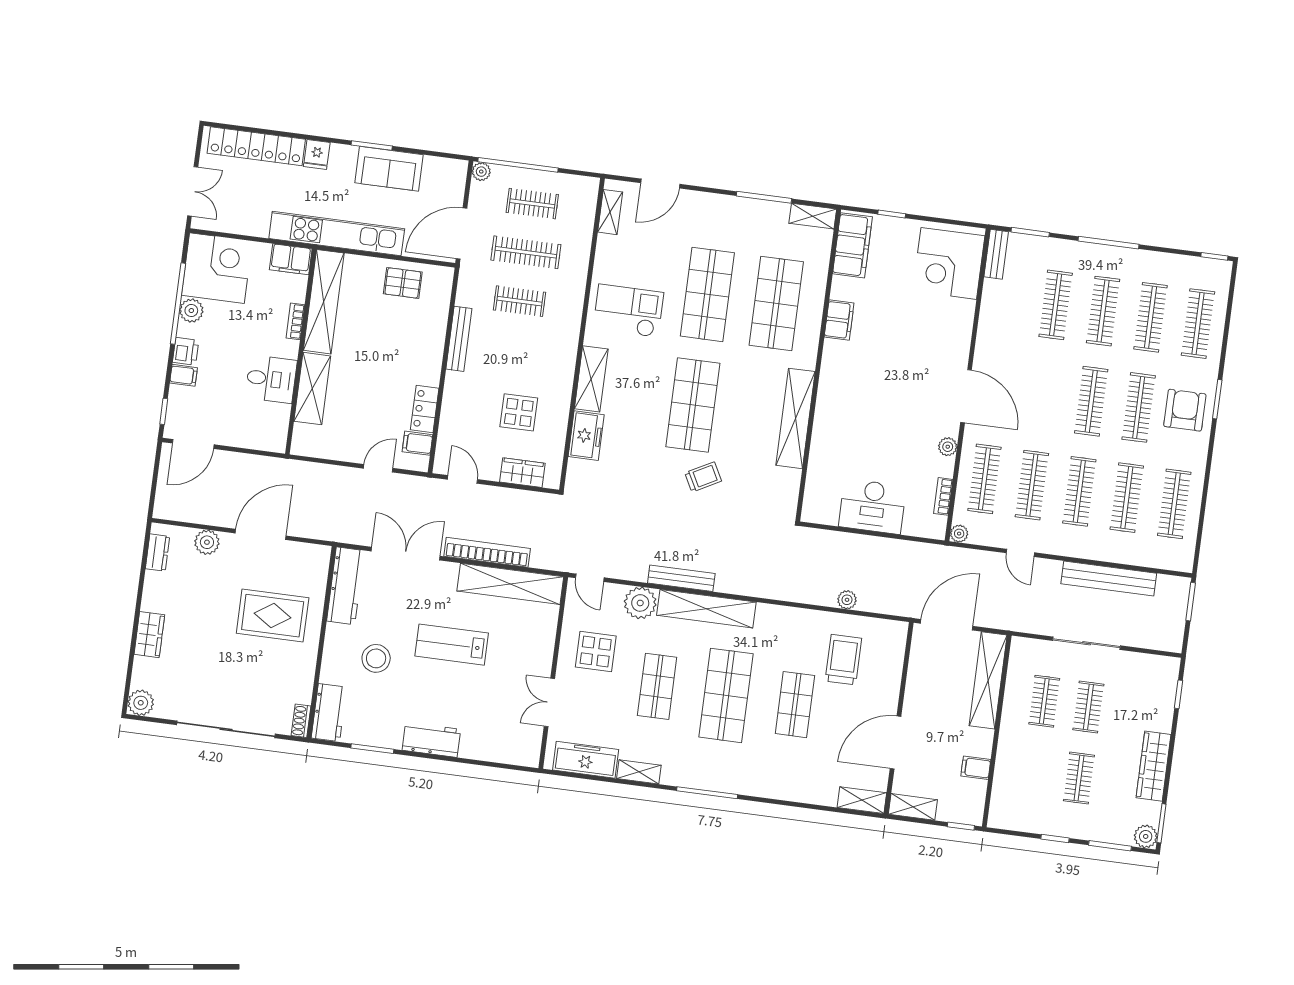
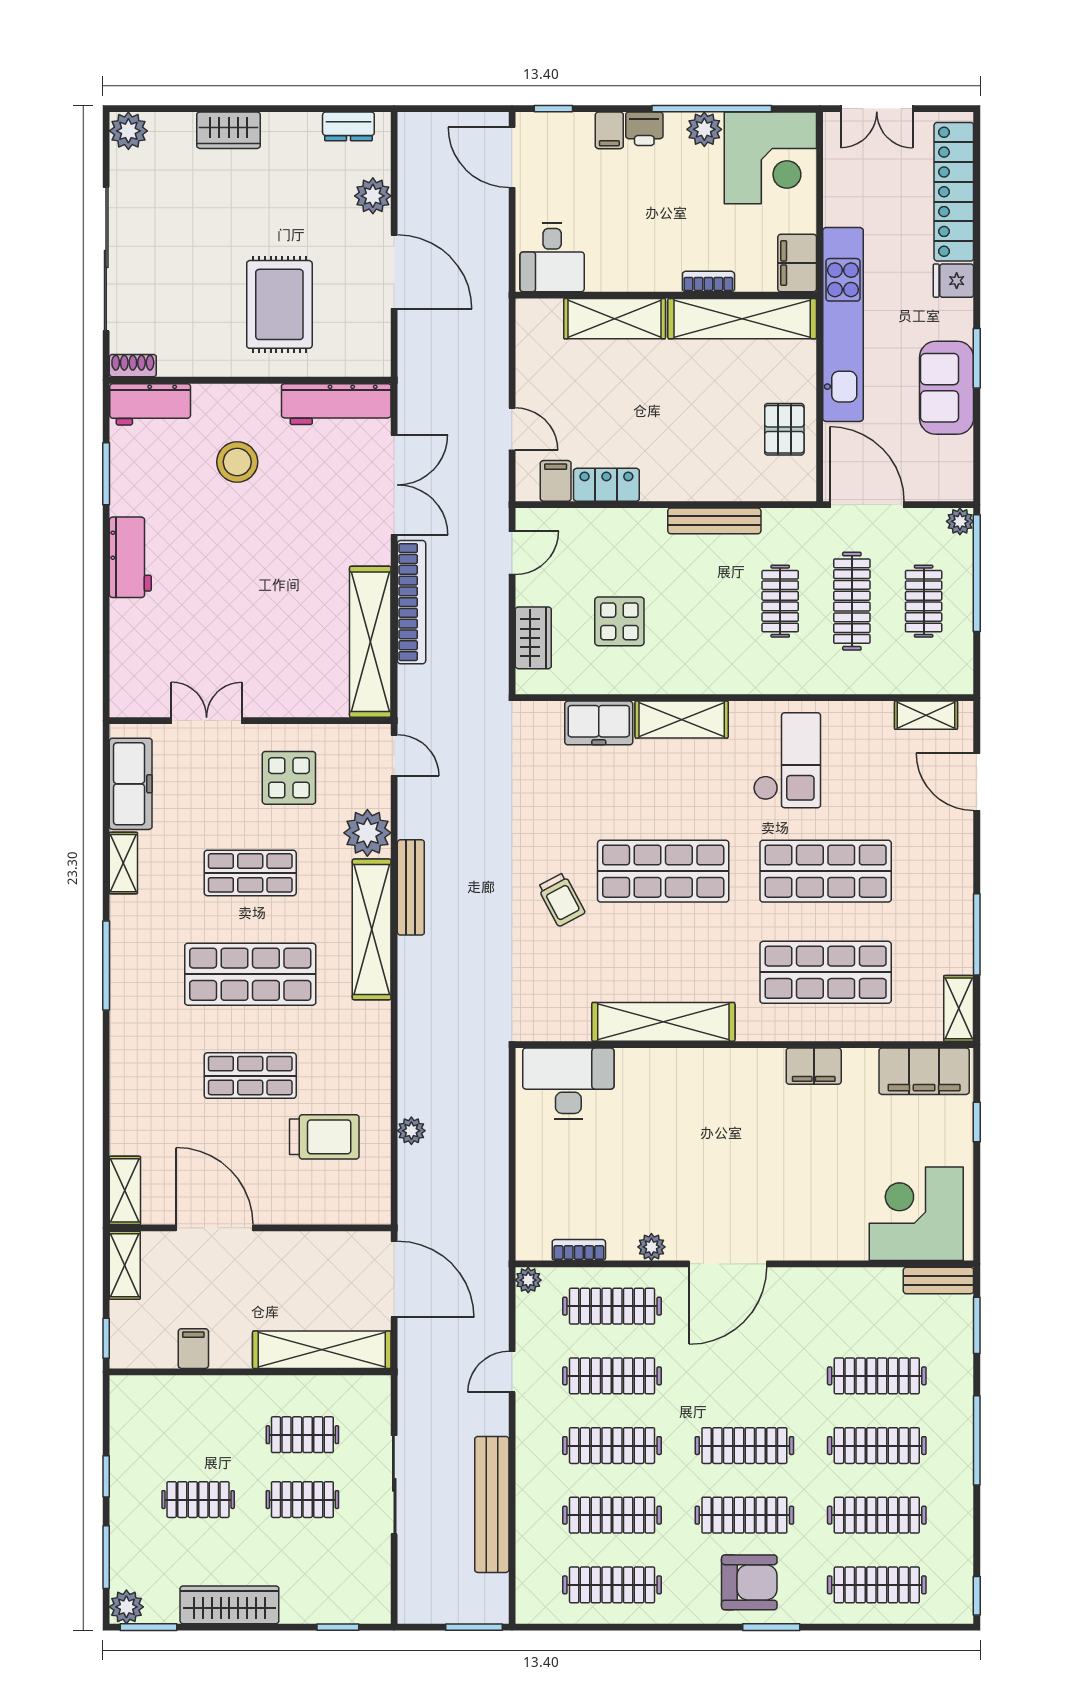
desk: (271, 379) -> (552, 257), moved
desk: (872, 506) -> (568, 1084), moved, turned 90
door: (590, 578) -> (394, 755), swing flipped
lab bench: (452, 645) -> (272, 569), removed

